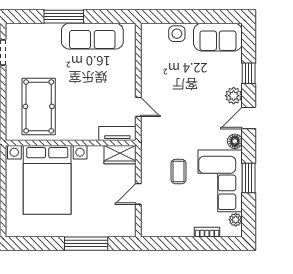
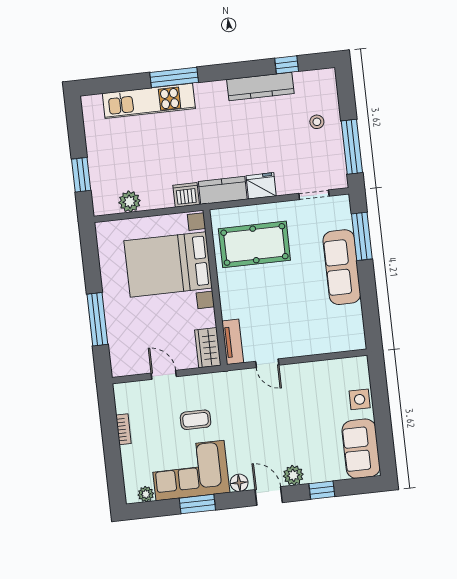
window: (64, 17) -> (362, 236), moved
sofa: (92, 36) -> (342, 267), moved
door: (138, 107) -> (267, 363), hinge flipped
bookcase: (207, 232) -> (124, 429), moved

